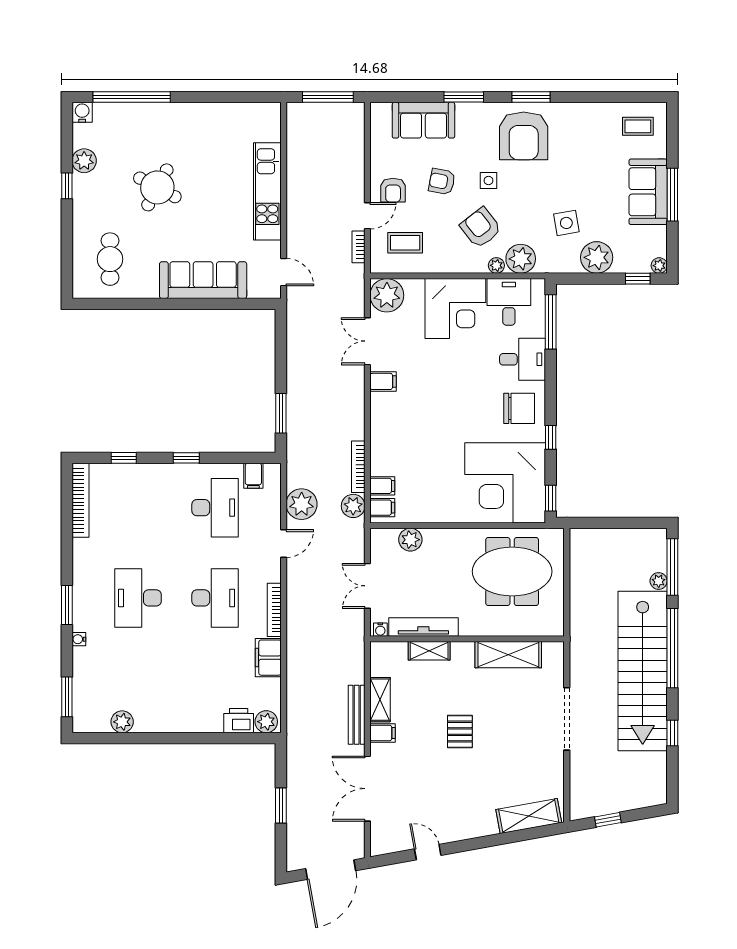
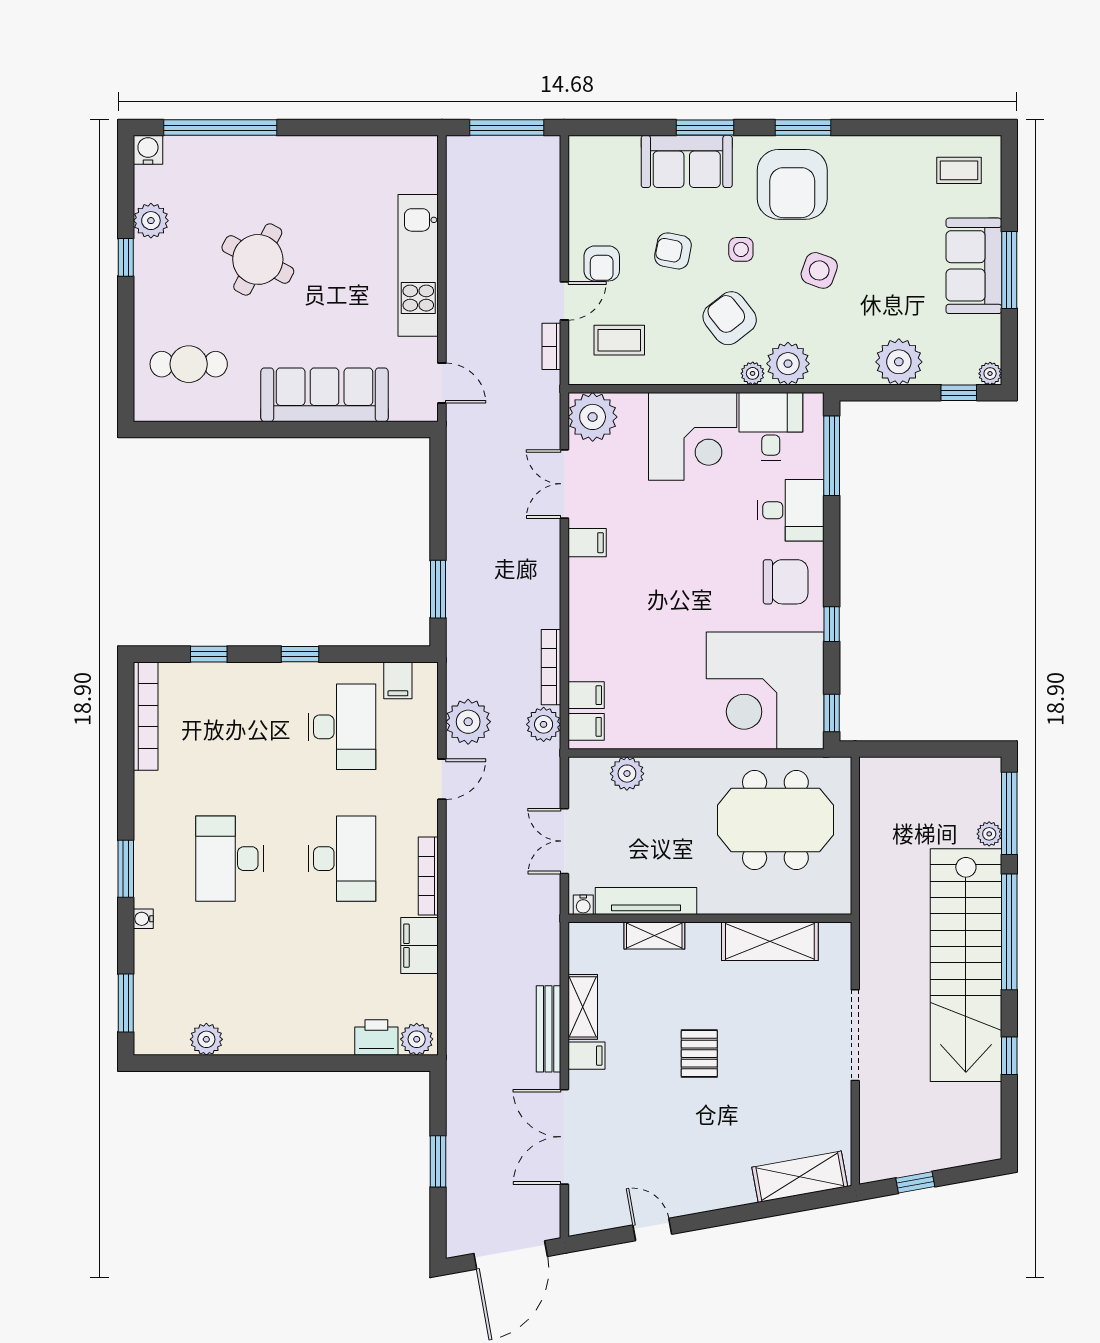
sofa: (423, 120) -> (687, 161), moved
side table: (566, 223) -> (819, 270), moved, turned 30
cafe table: (110, 259) -> (189, 364), turned 90

